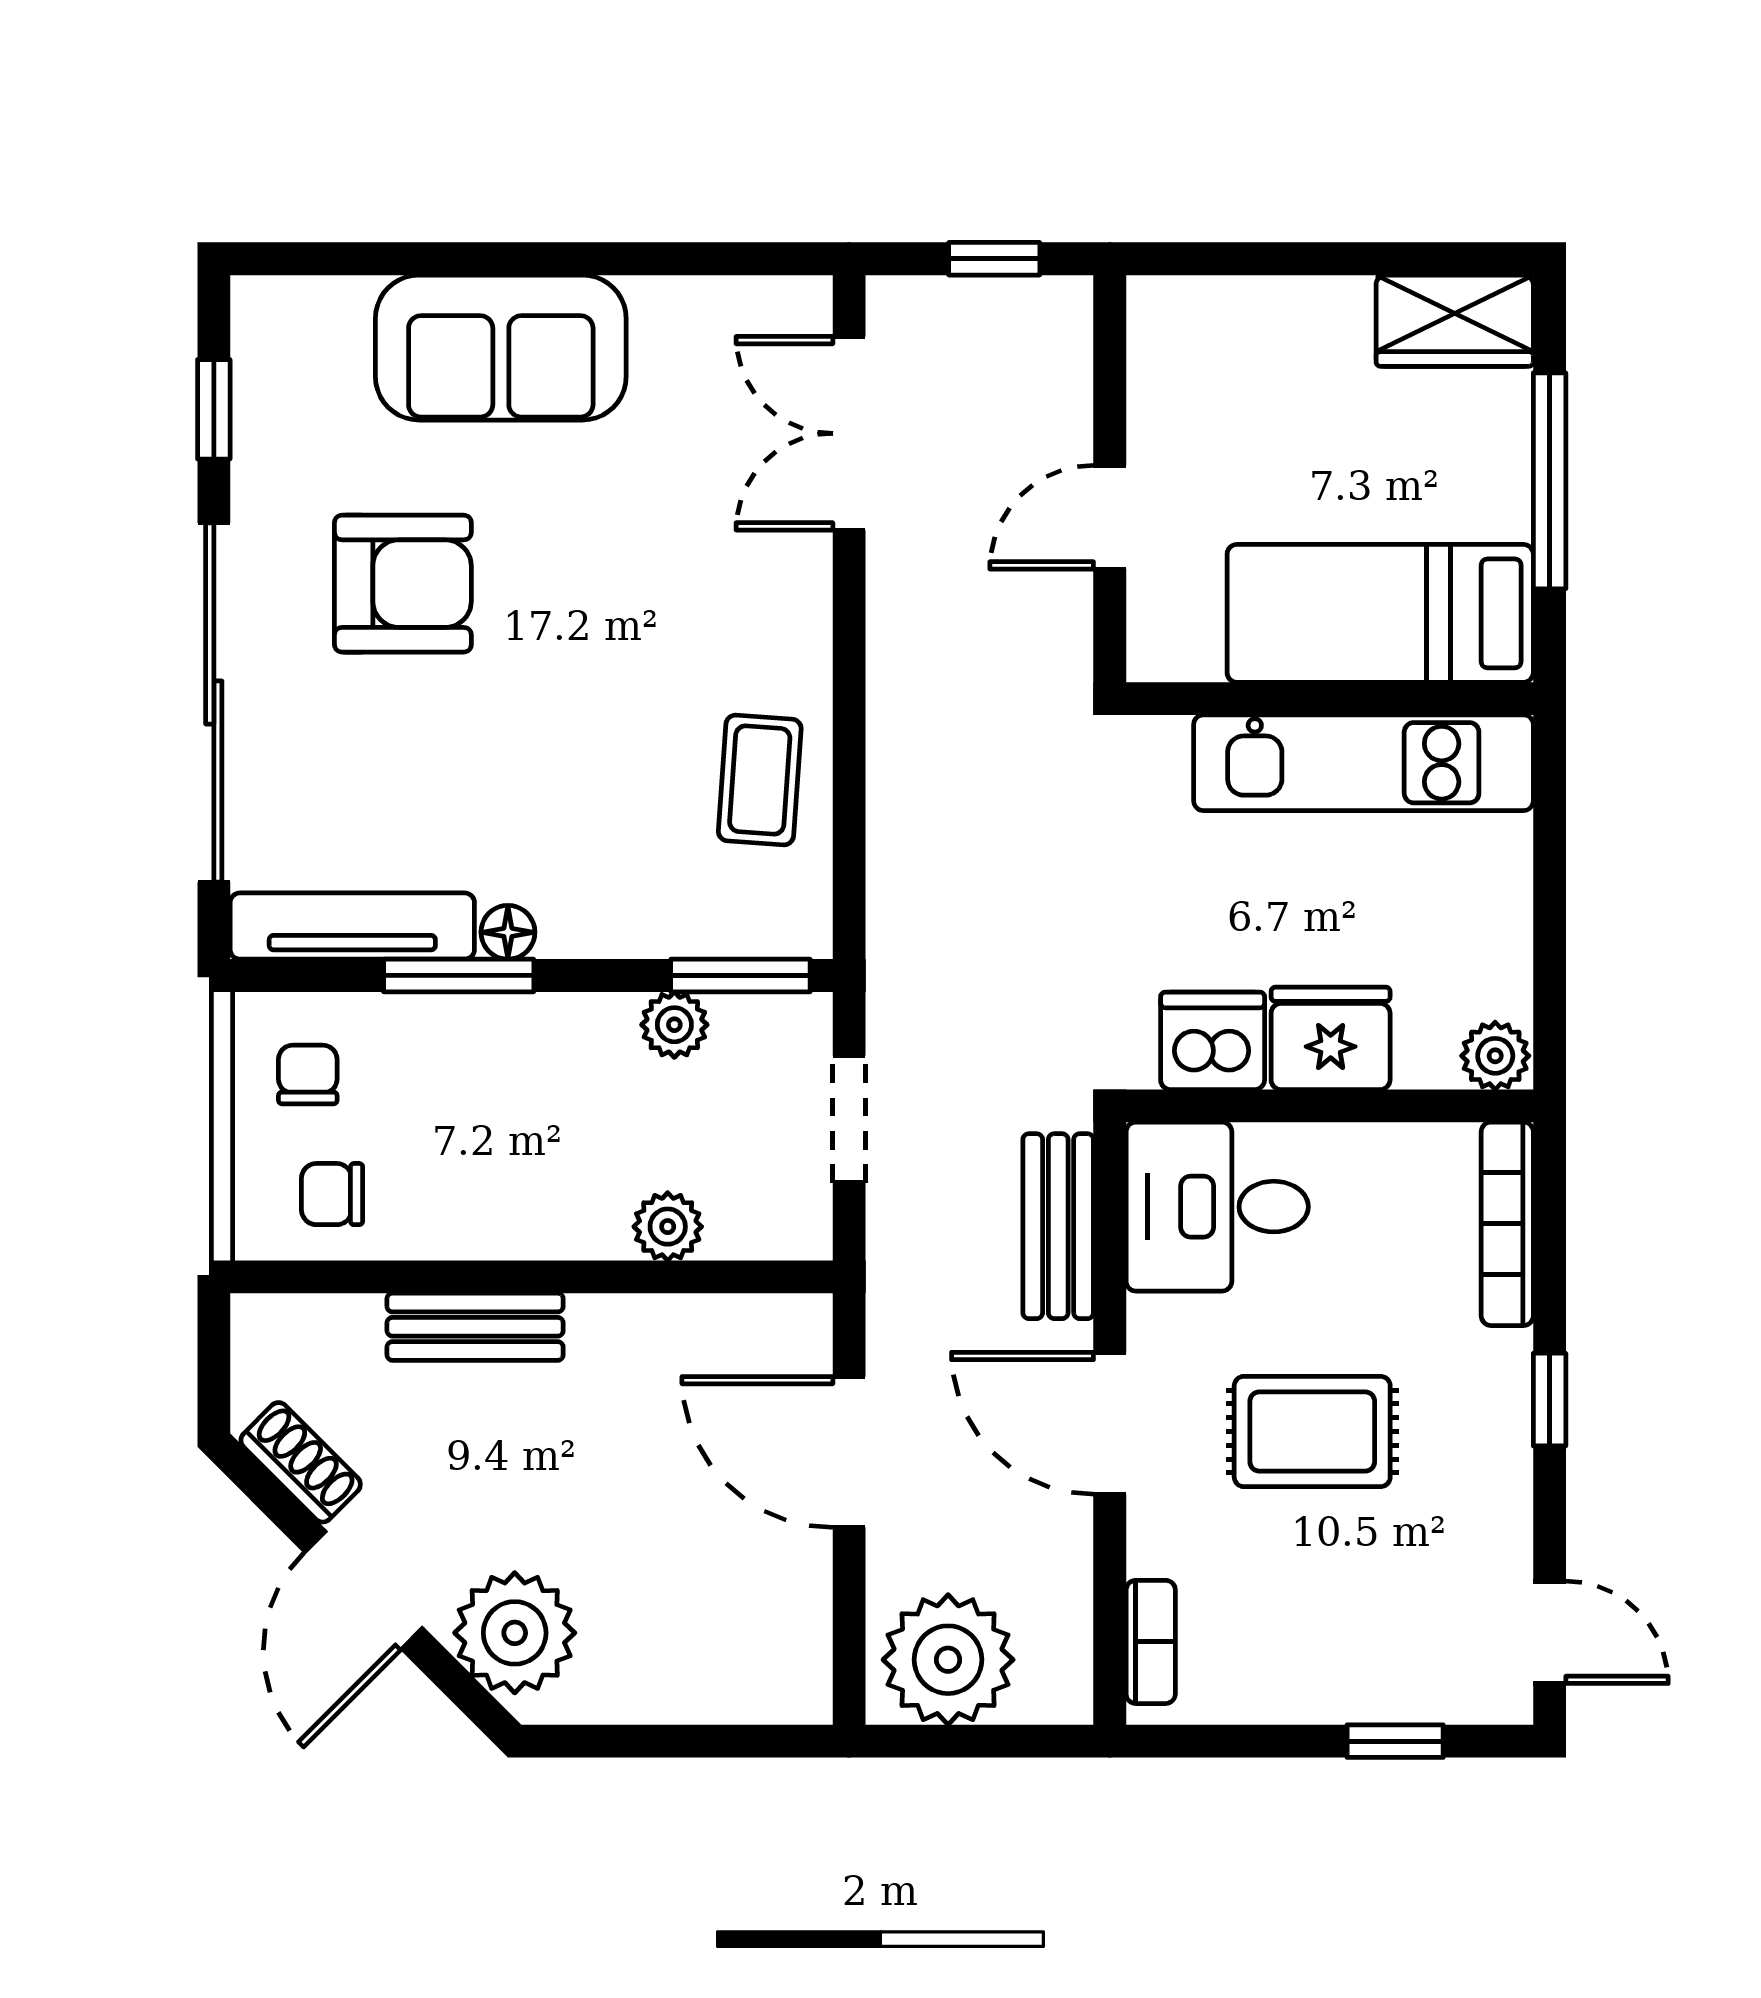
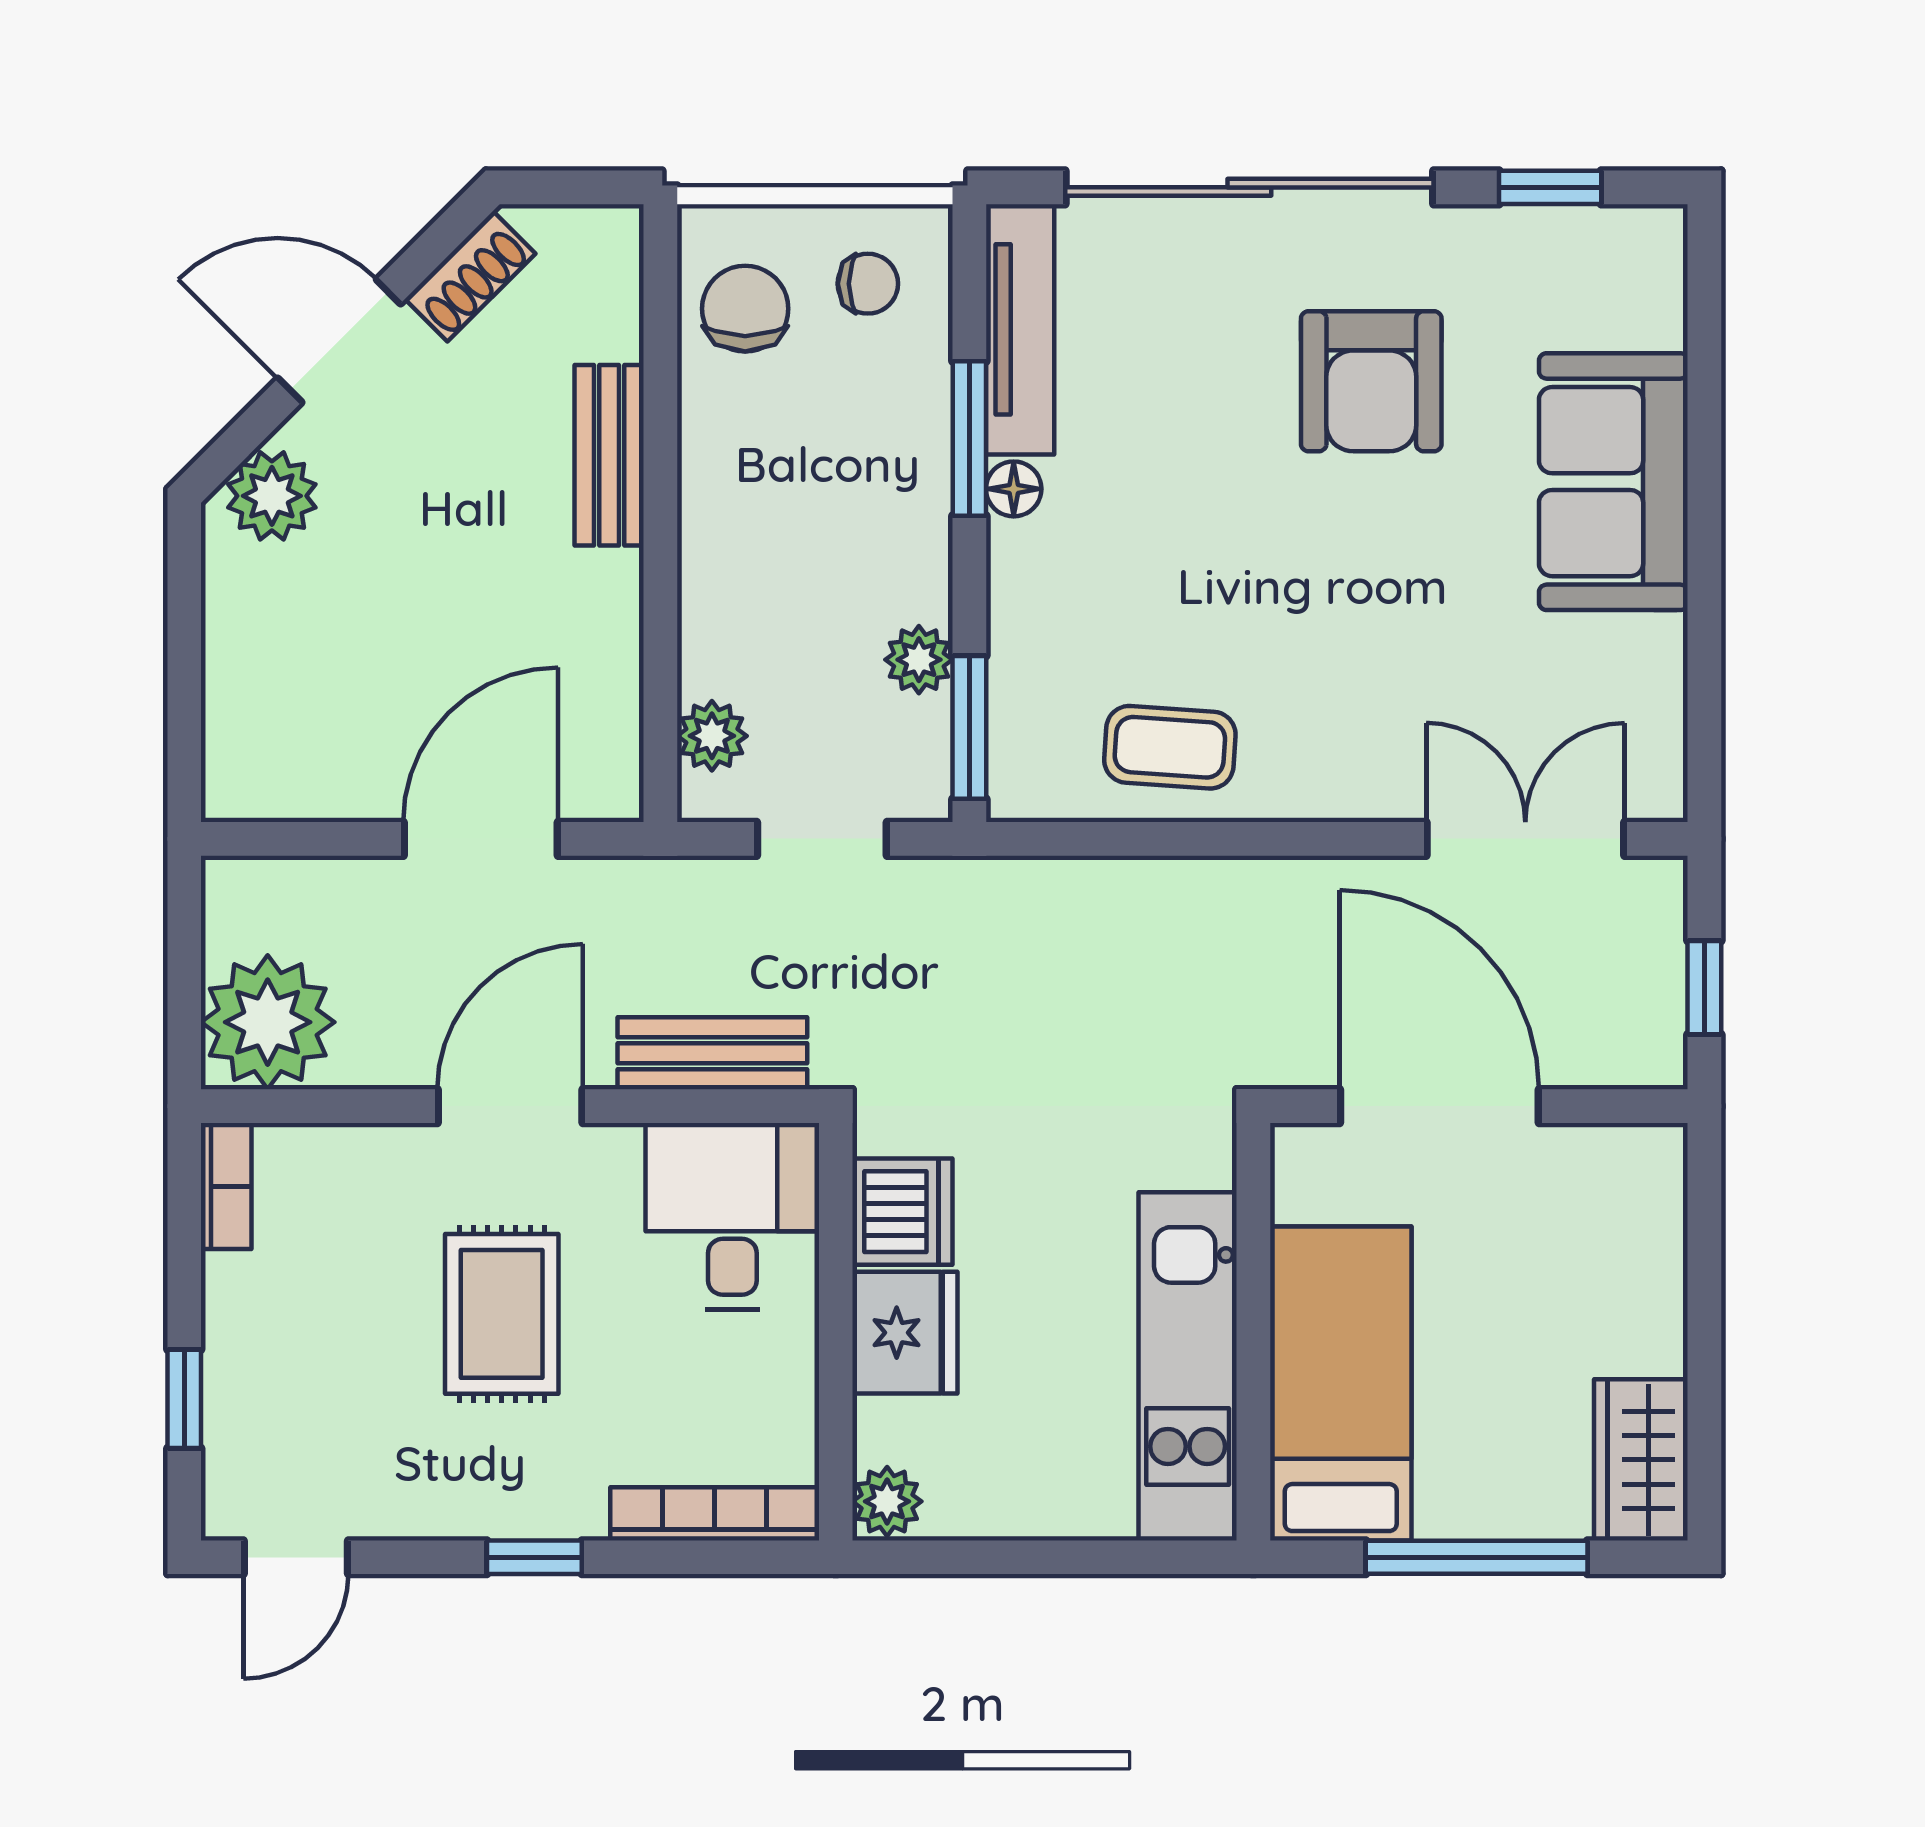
door: (1110, 517) -> (1439, 1106), width x1.88
chair: (332, 1194) -> (745, 309), width x1.37, depth x1.37
plant: (668, 1227) -> (712, 736), moved
plant: (515, 1633) -> (272, 496), width x0.73, depth x0.73
bookcase: (1151, 1642) -> (226, 1186), moved, turned -90
plant: (948, 1660) -> (268, 1022), moved

